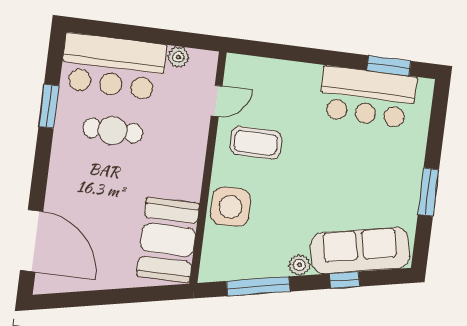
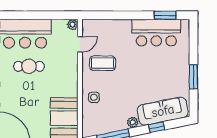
plant: (178, 57) -> (73, 25), moved
side table: (231, 207) -> (94, 97), width x0.54, depth x0.54

